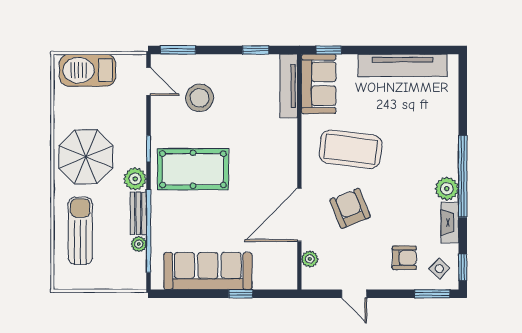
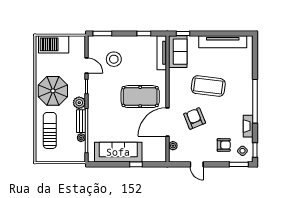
door: (149, 81) -> (86, 66), moved
coffee table: (351, 149) -> (208, 86), moved
pool table: (193, 169) -> (140, 97), moved
plant: (447, 189) -> (246, 108), removed

